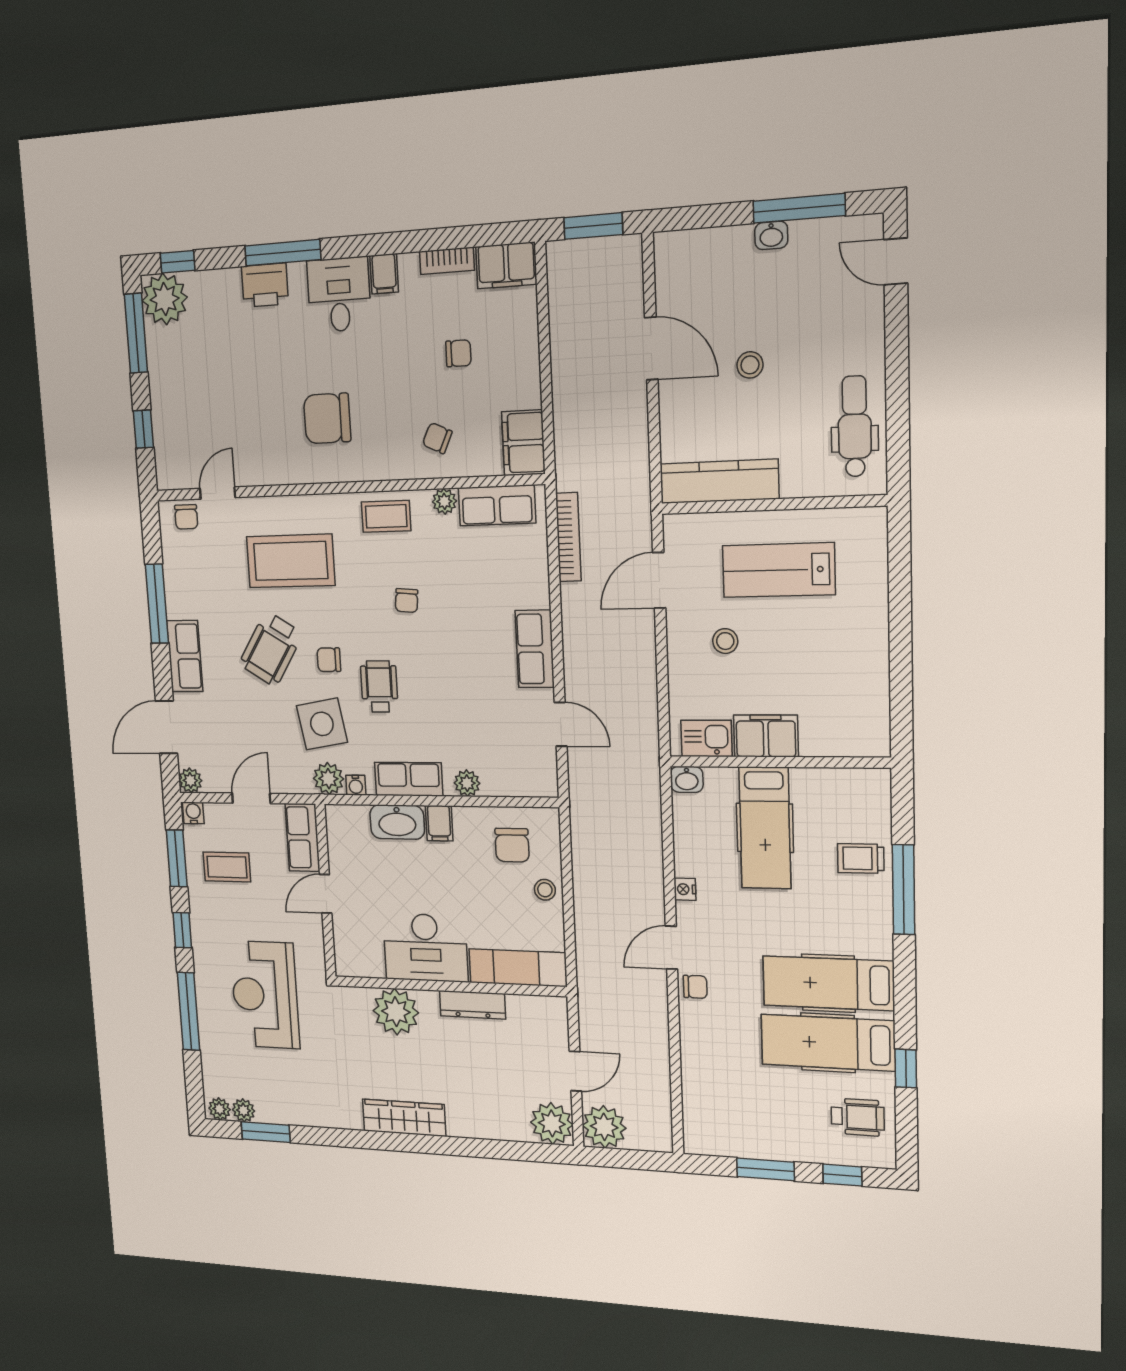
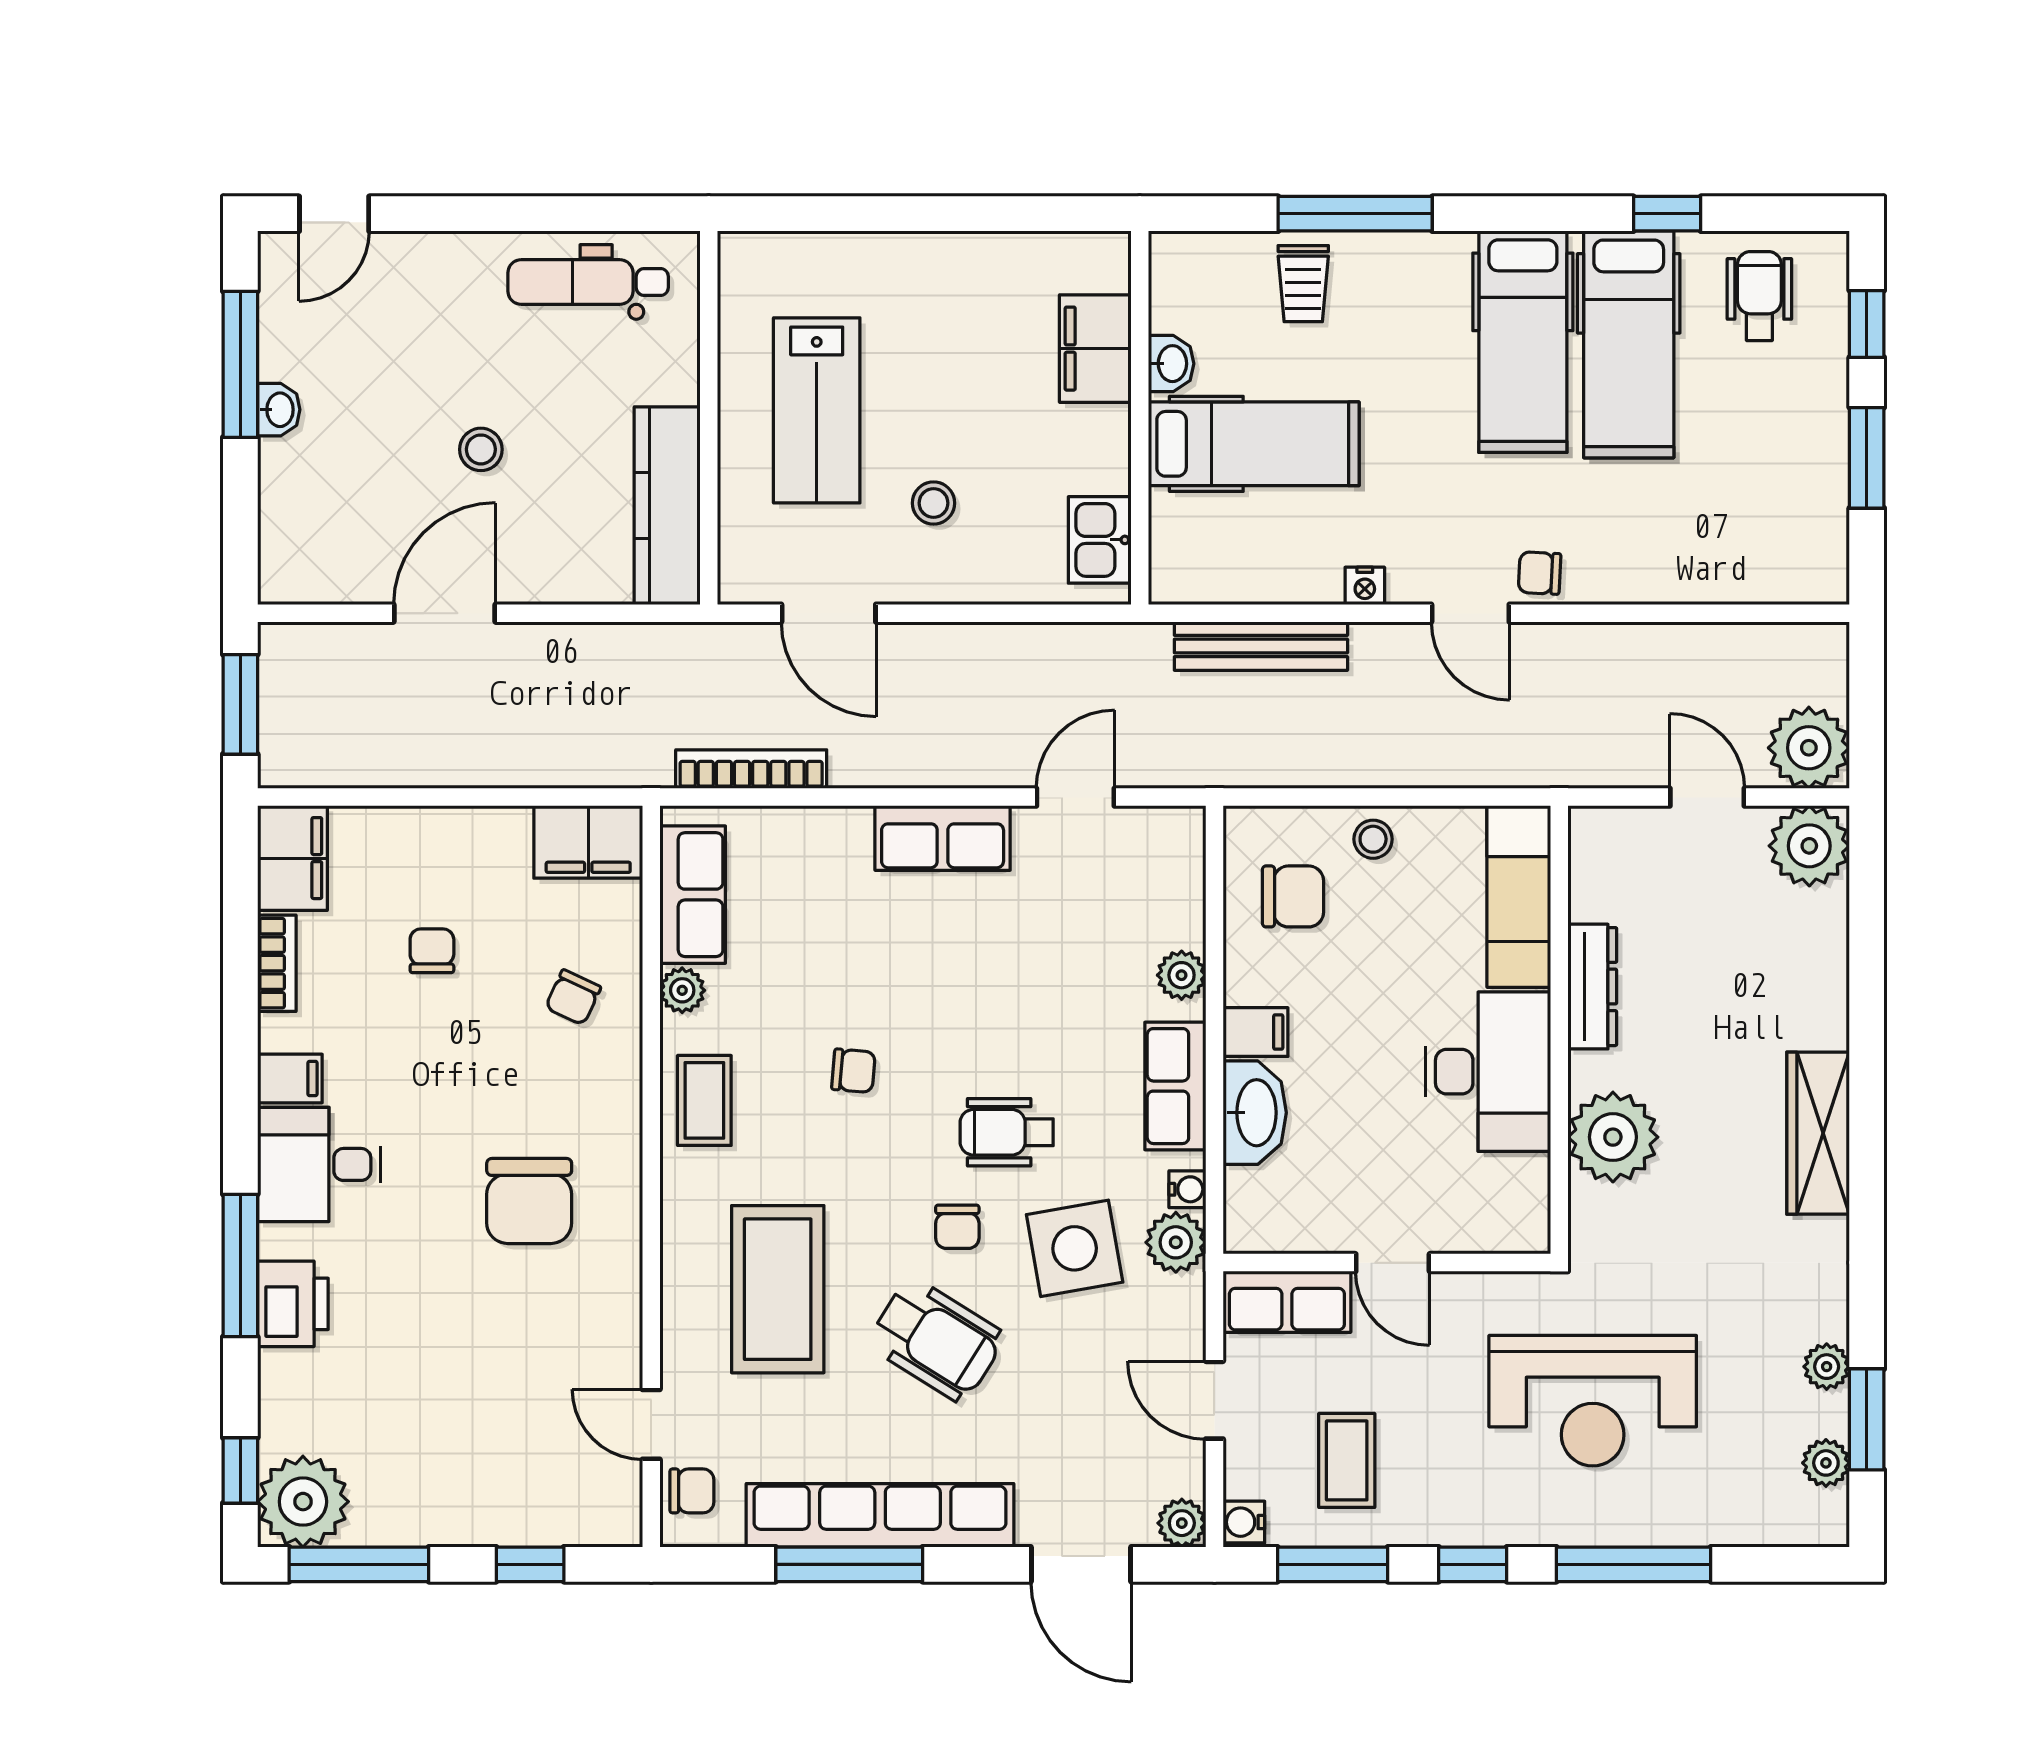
row of seats: (185, 656) -> (880, 1515), width x2.02
filing cabinet: (766, 736) -> (1095, 349), moved
washbasin: (687, 779) -> (1171, 364), moved
bench: (649, 830) -> (1261, 646), added
chair: (695, 987) -> (1540, 573), turned -87
plant: (220, 1109) -> (1827, 1367), moved

